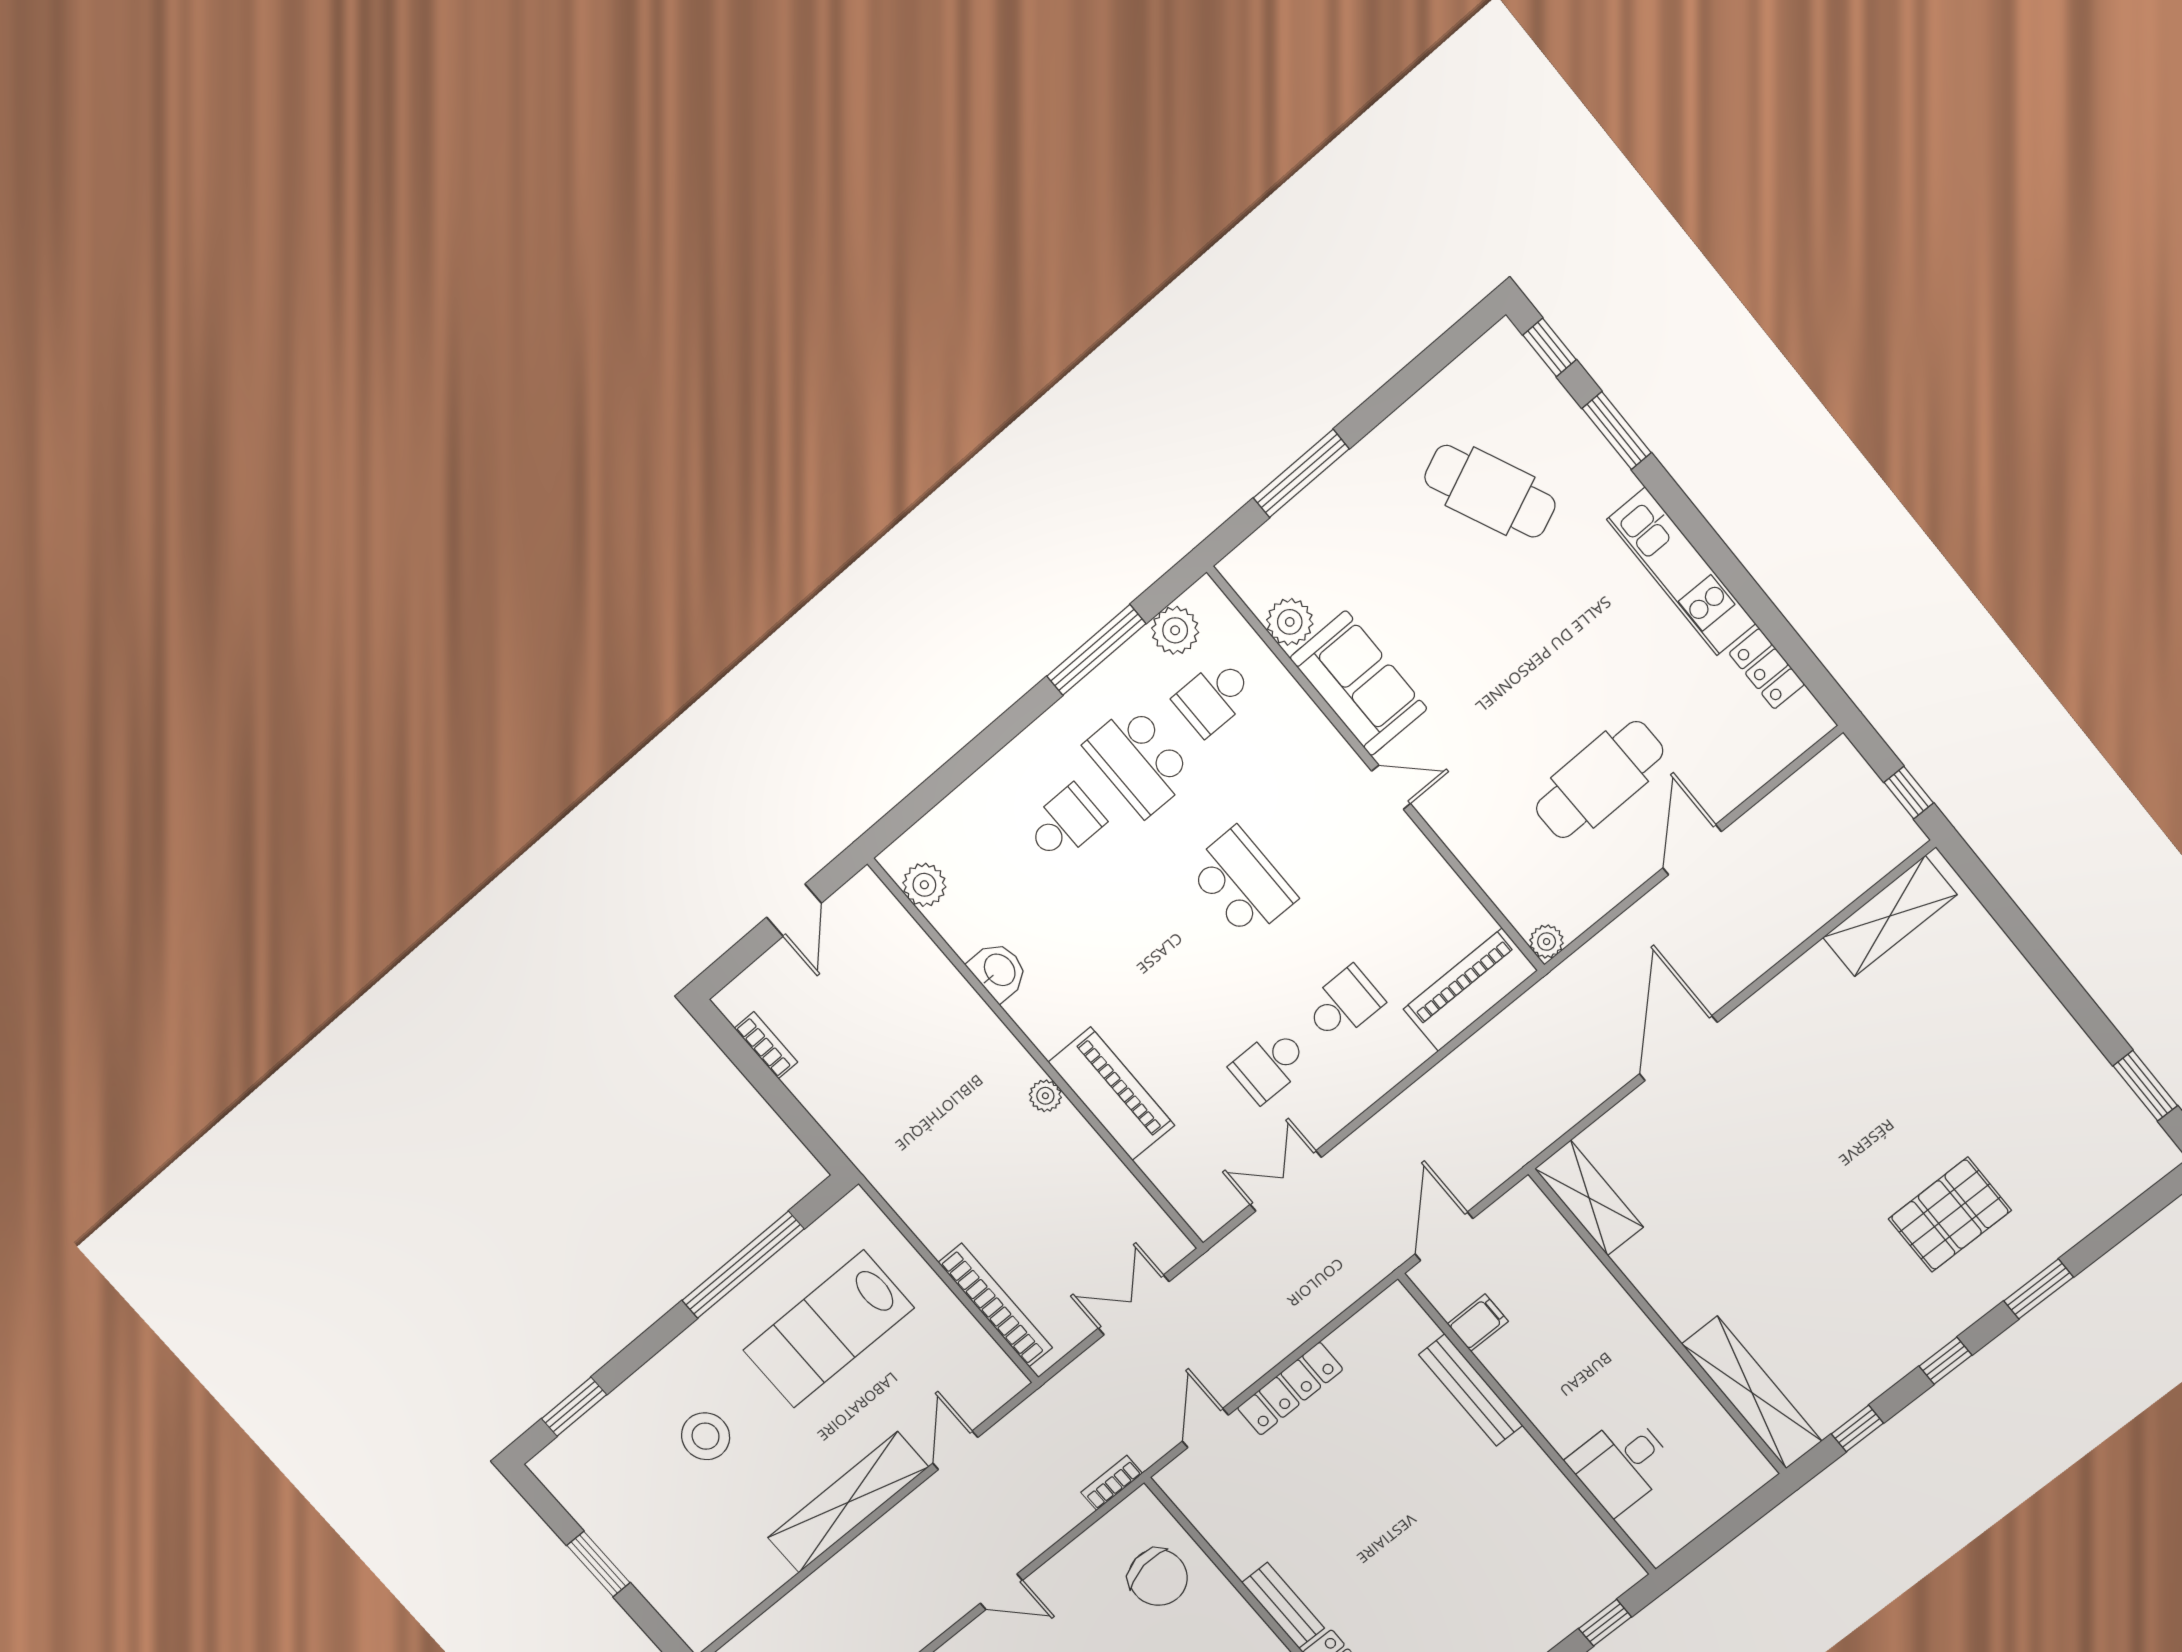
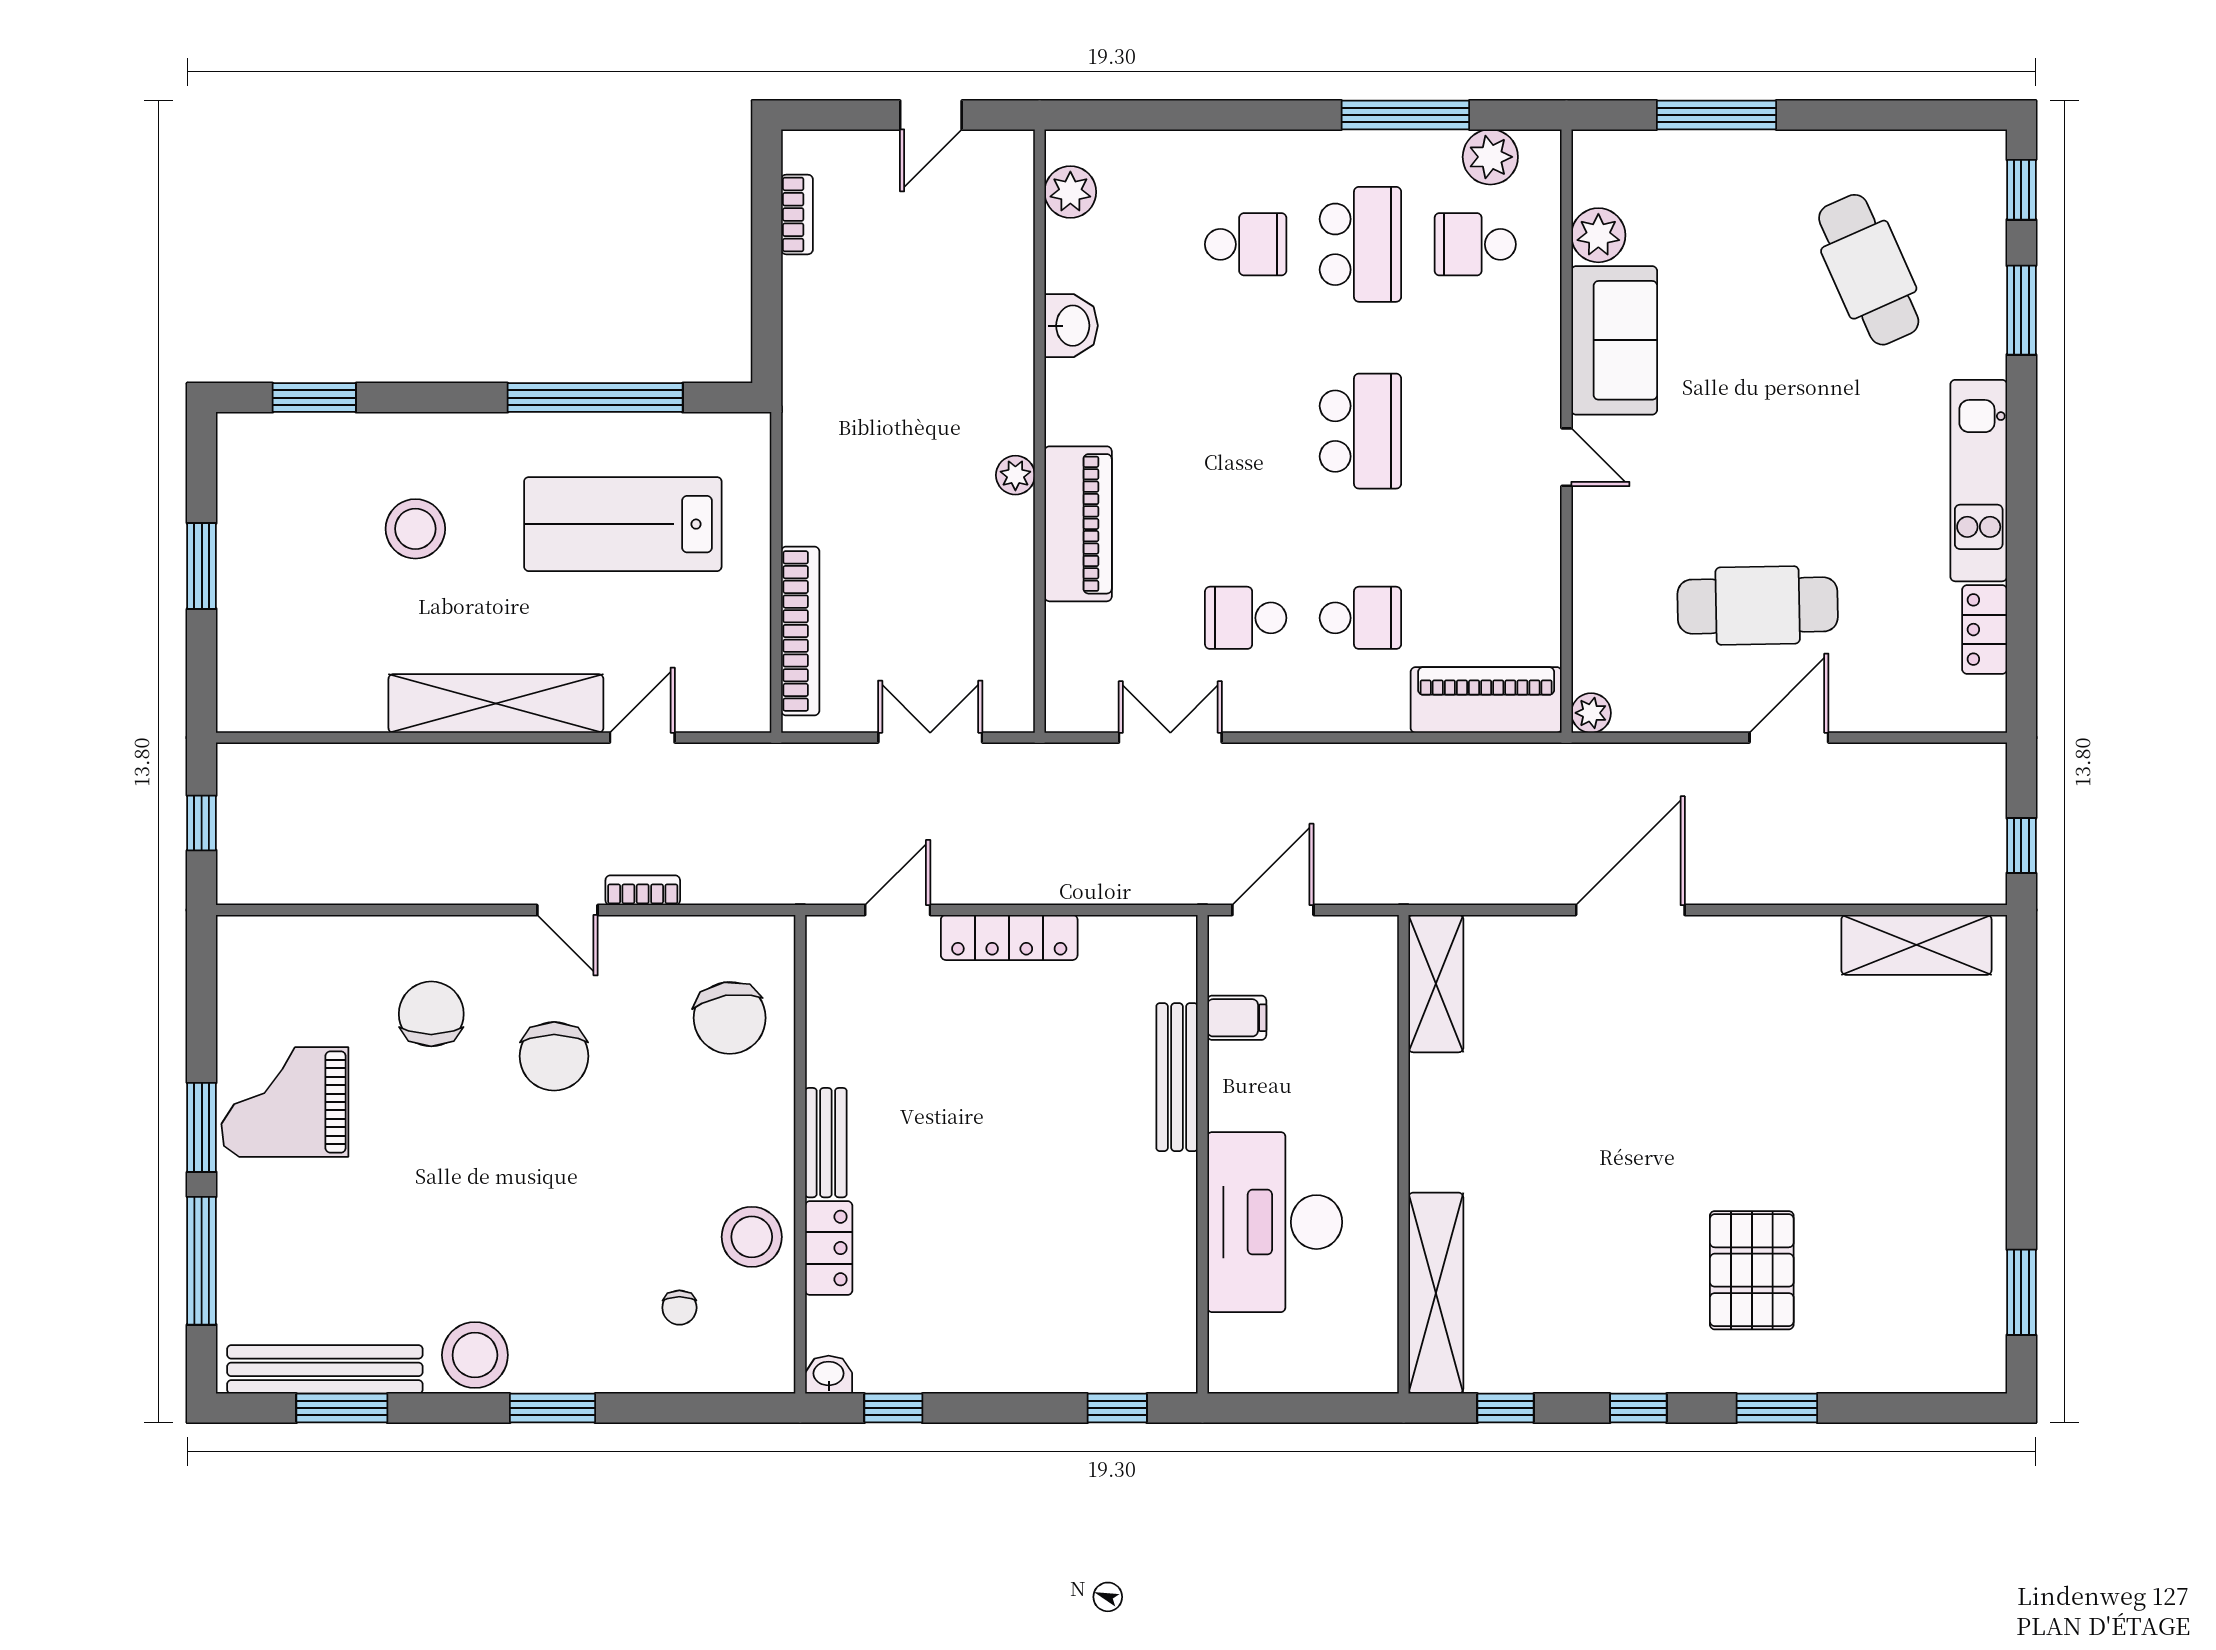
school desk: (1139, 761) -> (1360, 244), turned 180
pallet: (1950, 1215) -> (1752, 1270), turned 90
desk: (1622, 1464) -> (1275, 1222), width x1.87, depth x1.30
bookcase: (1112, 1483) -> (643, 890), moved

